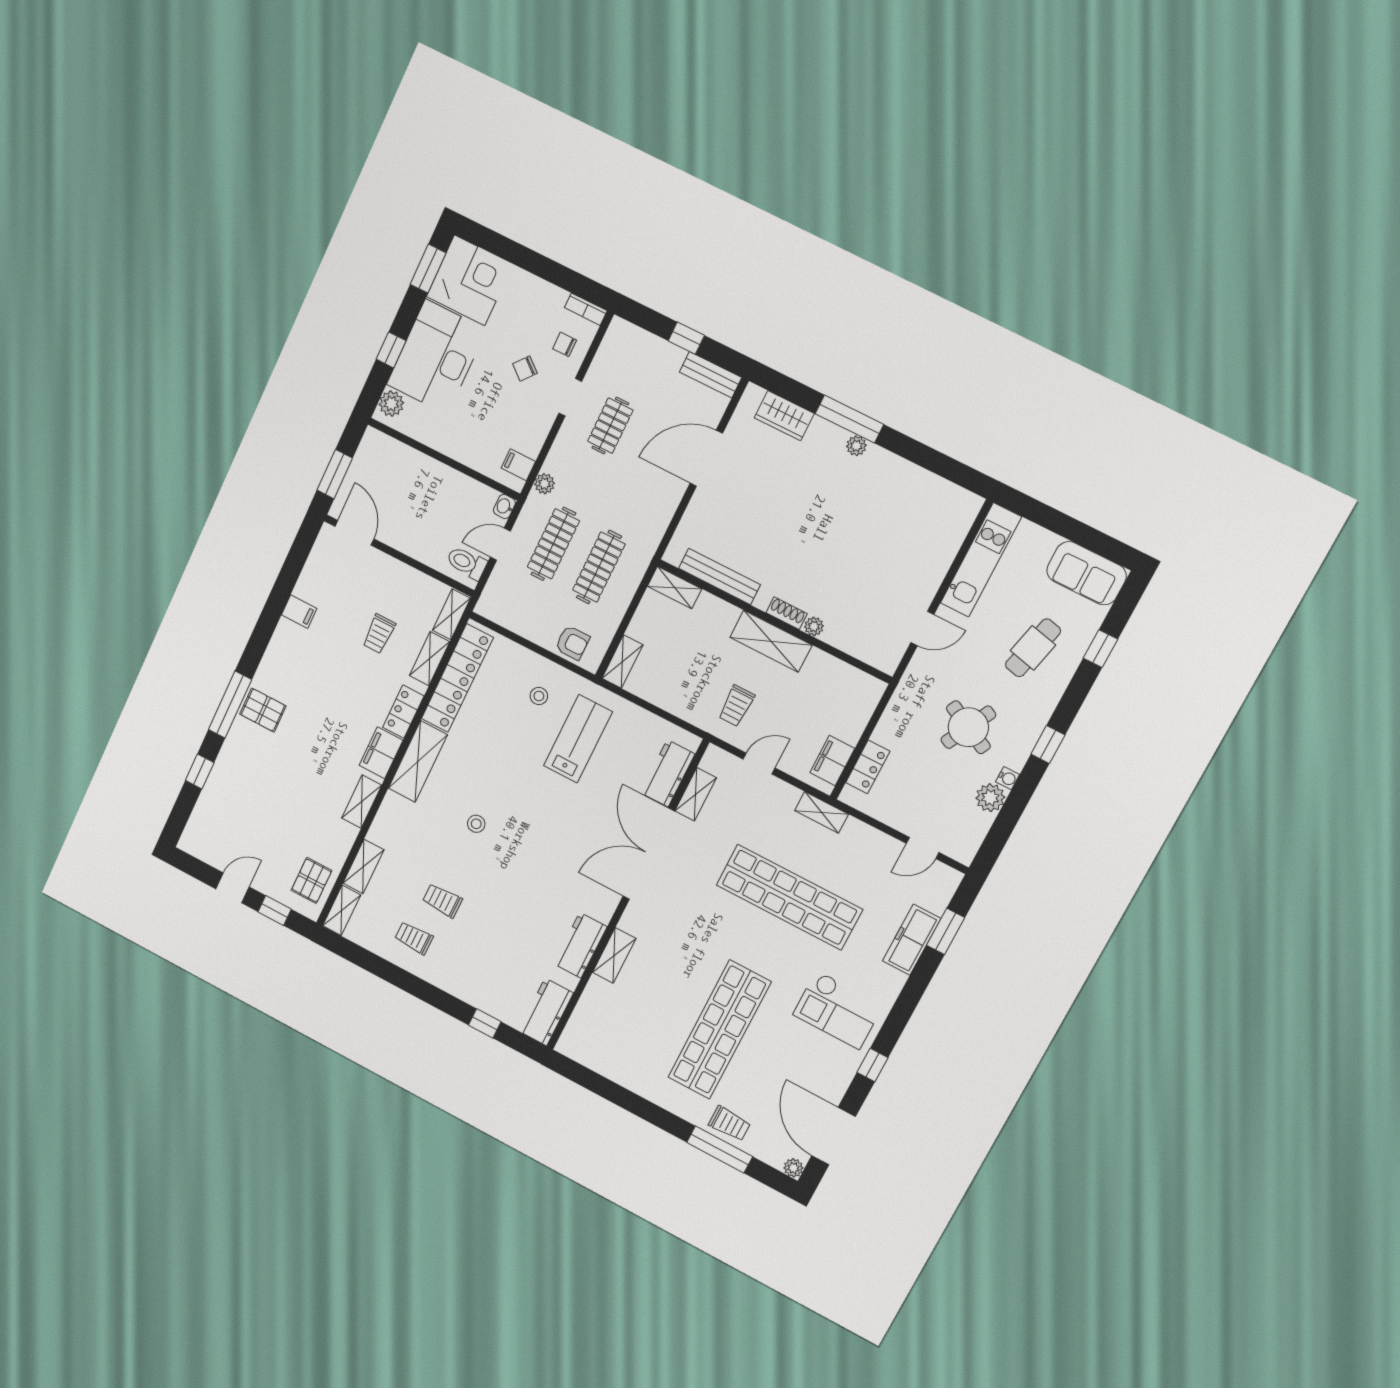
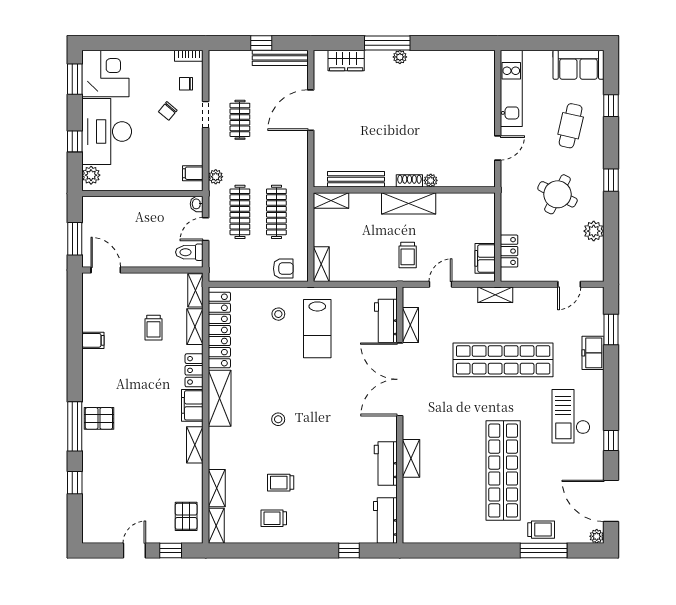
bench: (711, 375) -> (280, 58), width x1.36
lab bench: (578, 739) -> (317, 329), turned 180
water cooler: (1008, 778) -> (598, 213), removed
freezer: (912, 940) -> (593, 353), width x0.71
checkout: (838, 1010) -> (571, 416), turned 90

